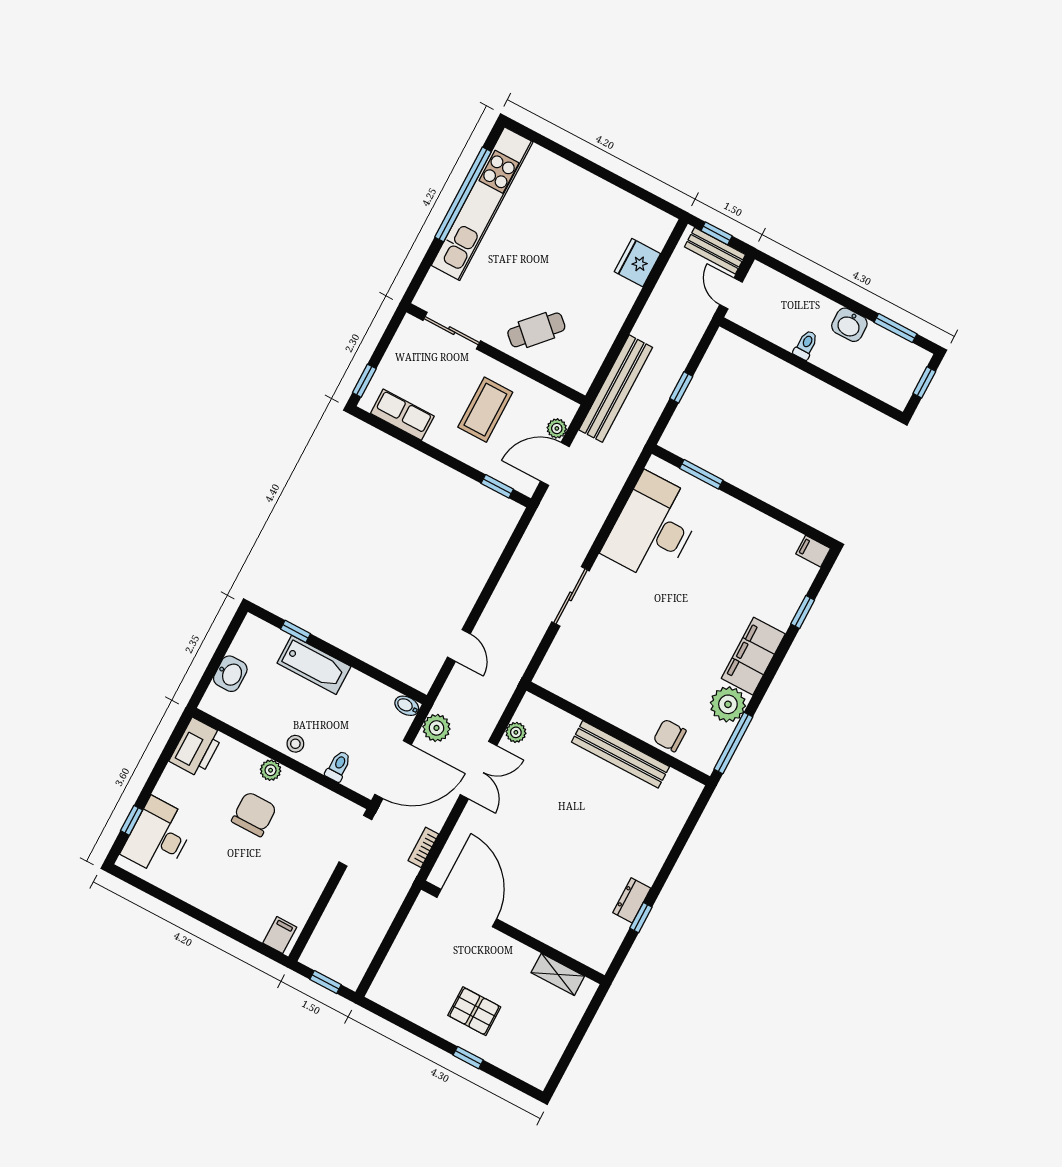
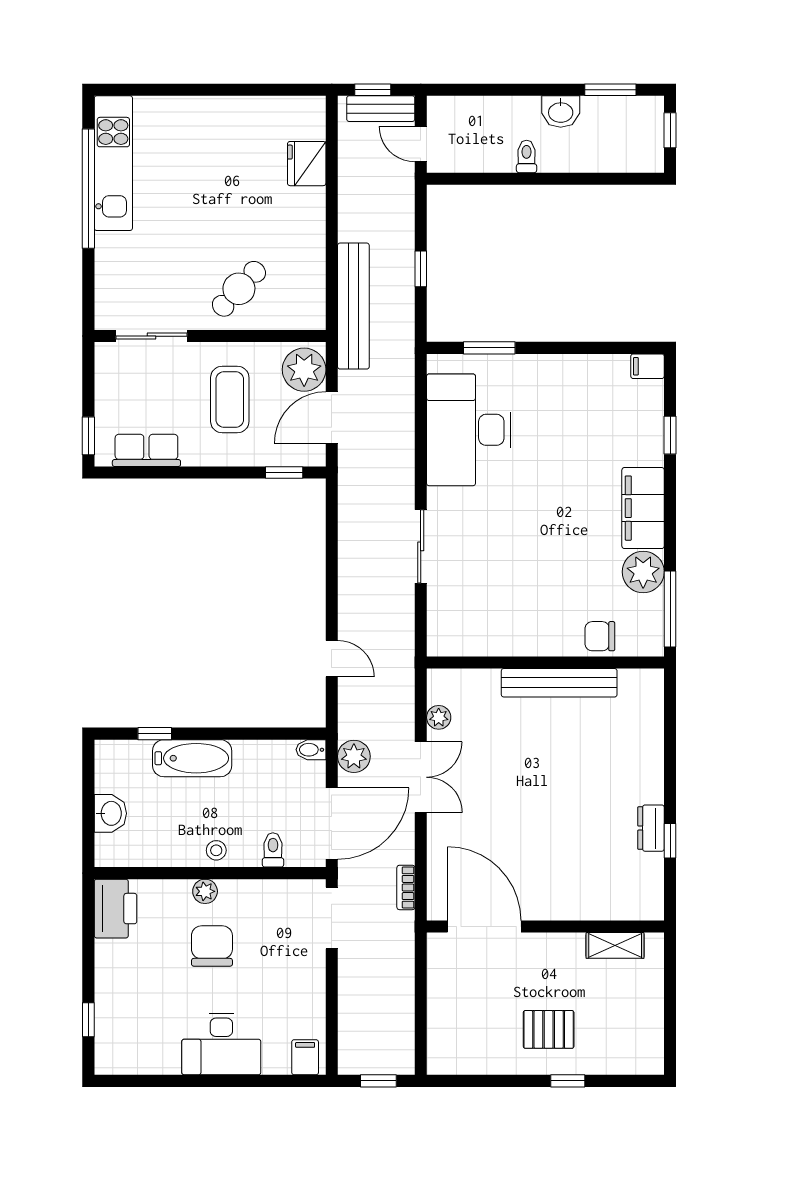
kitchen unit: (482, 204) -> (113, 163), width x0.73
plant: (557, 428) -> (304, 370), width x1.88, depth x1.88
desk: (158, 837) -> (221, 1044), moved, turned -90

